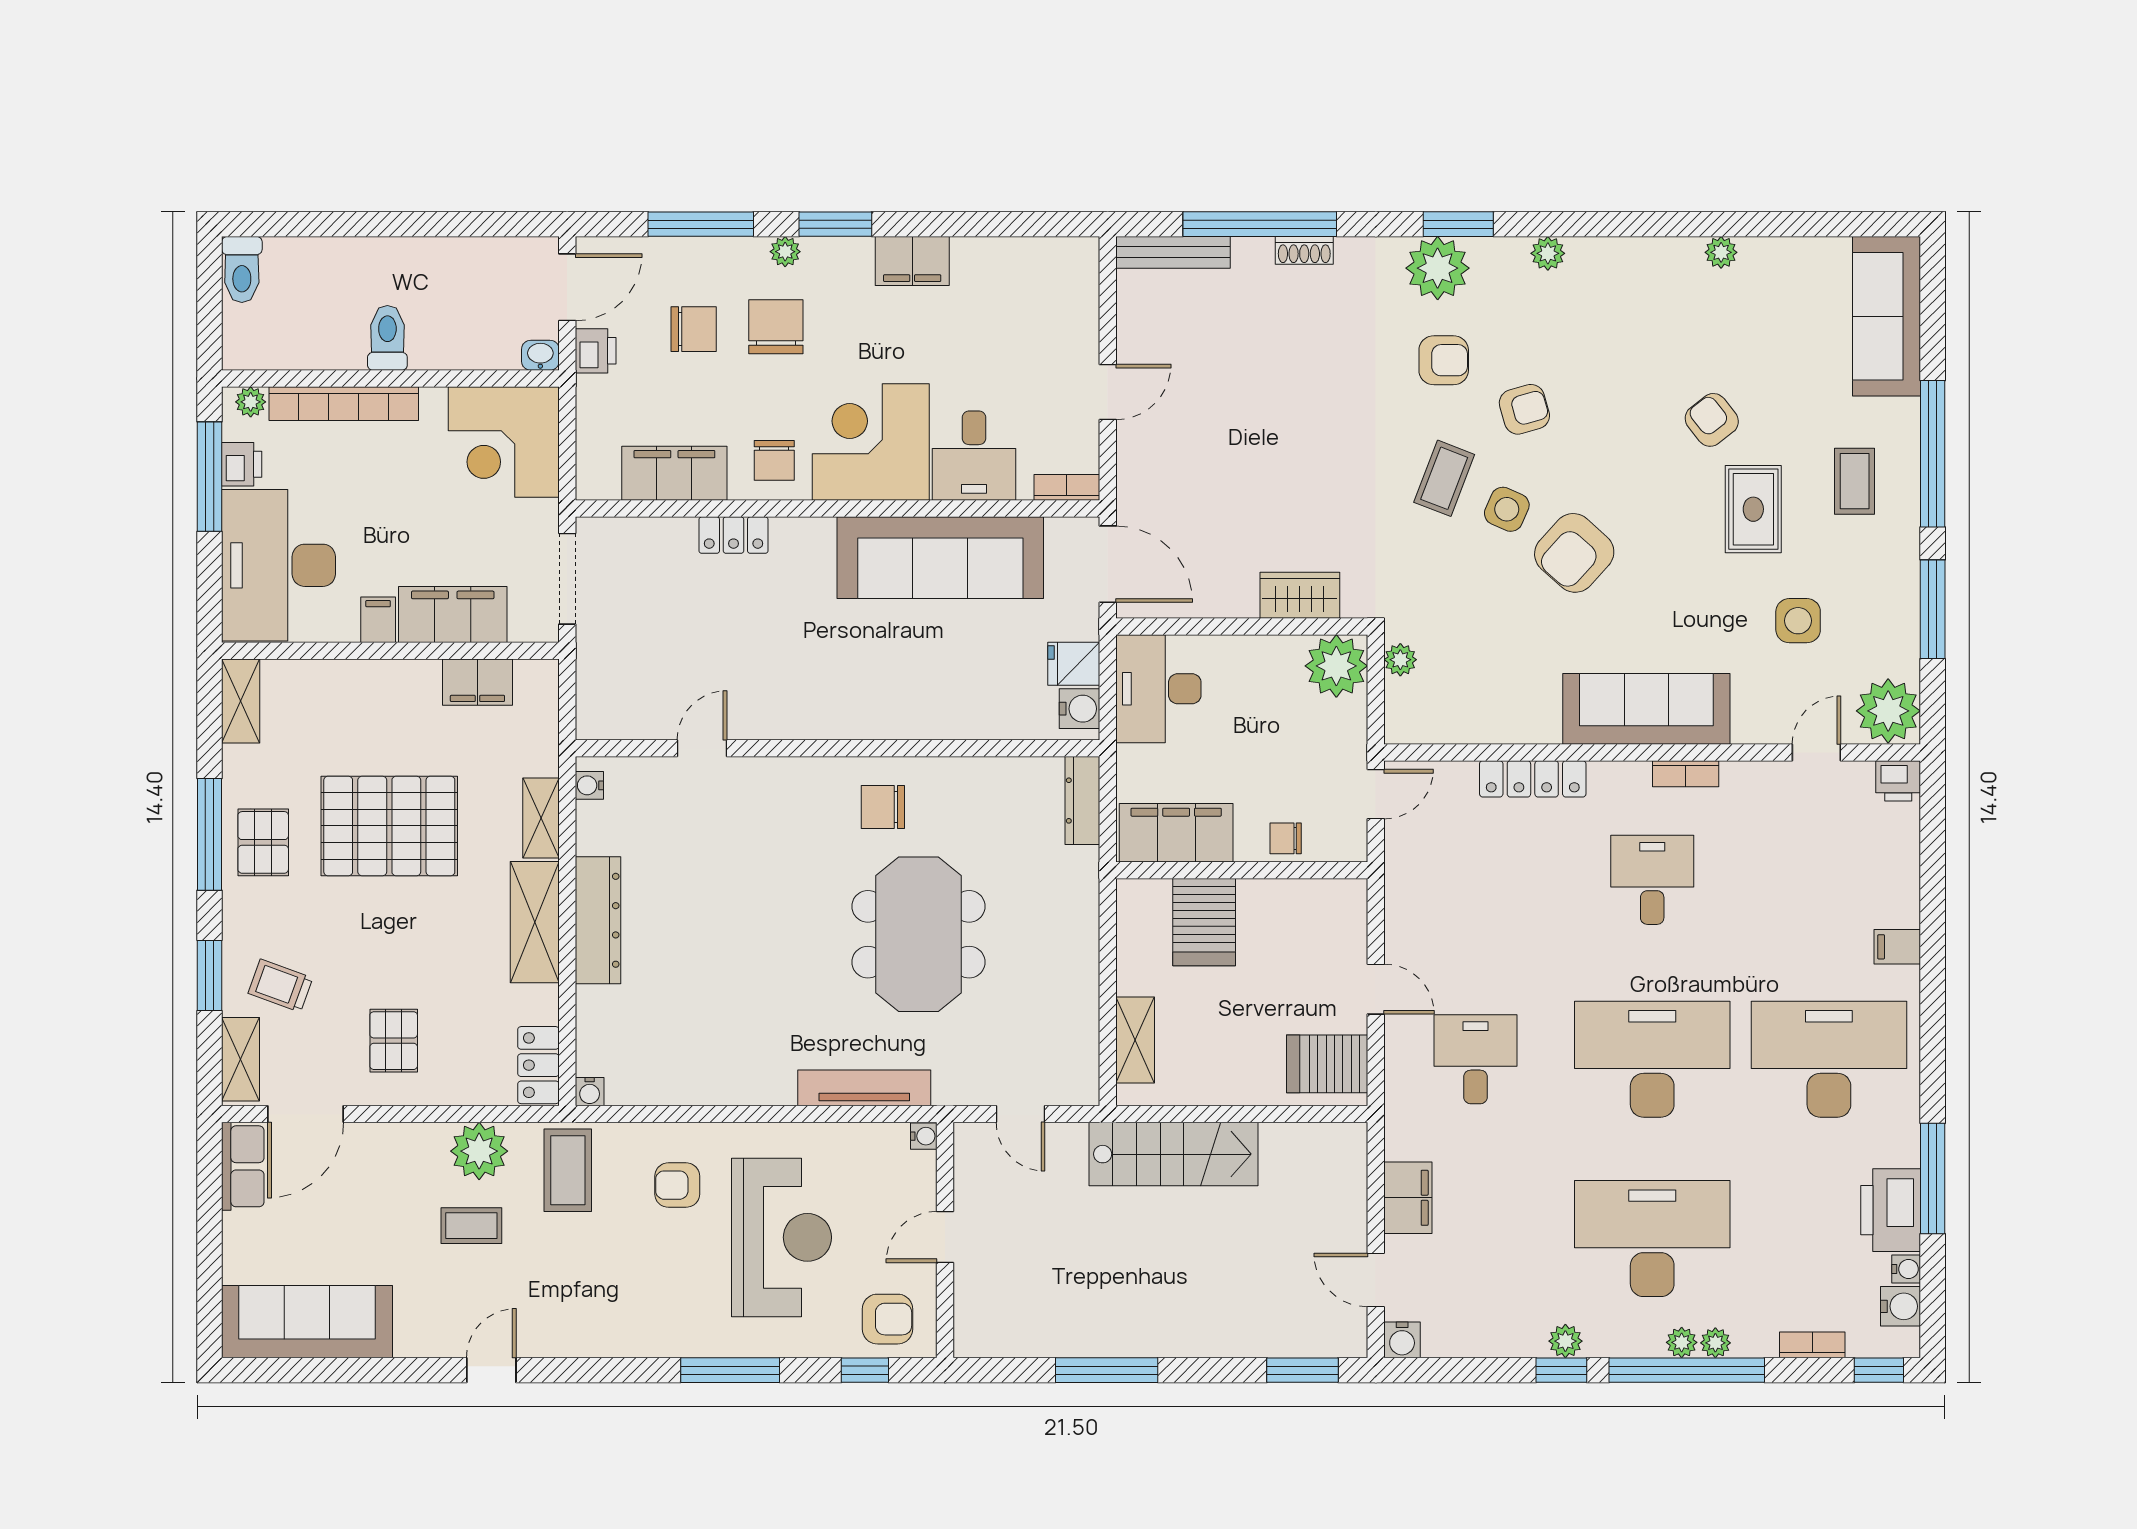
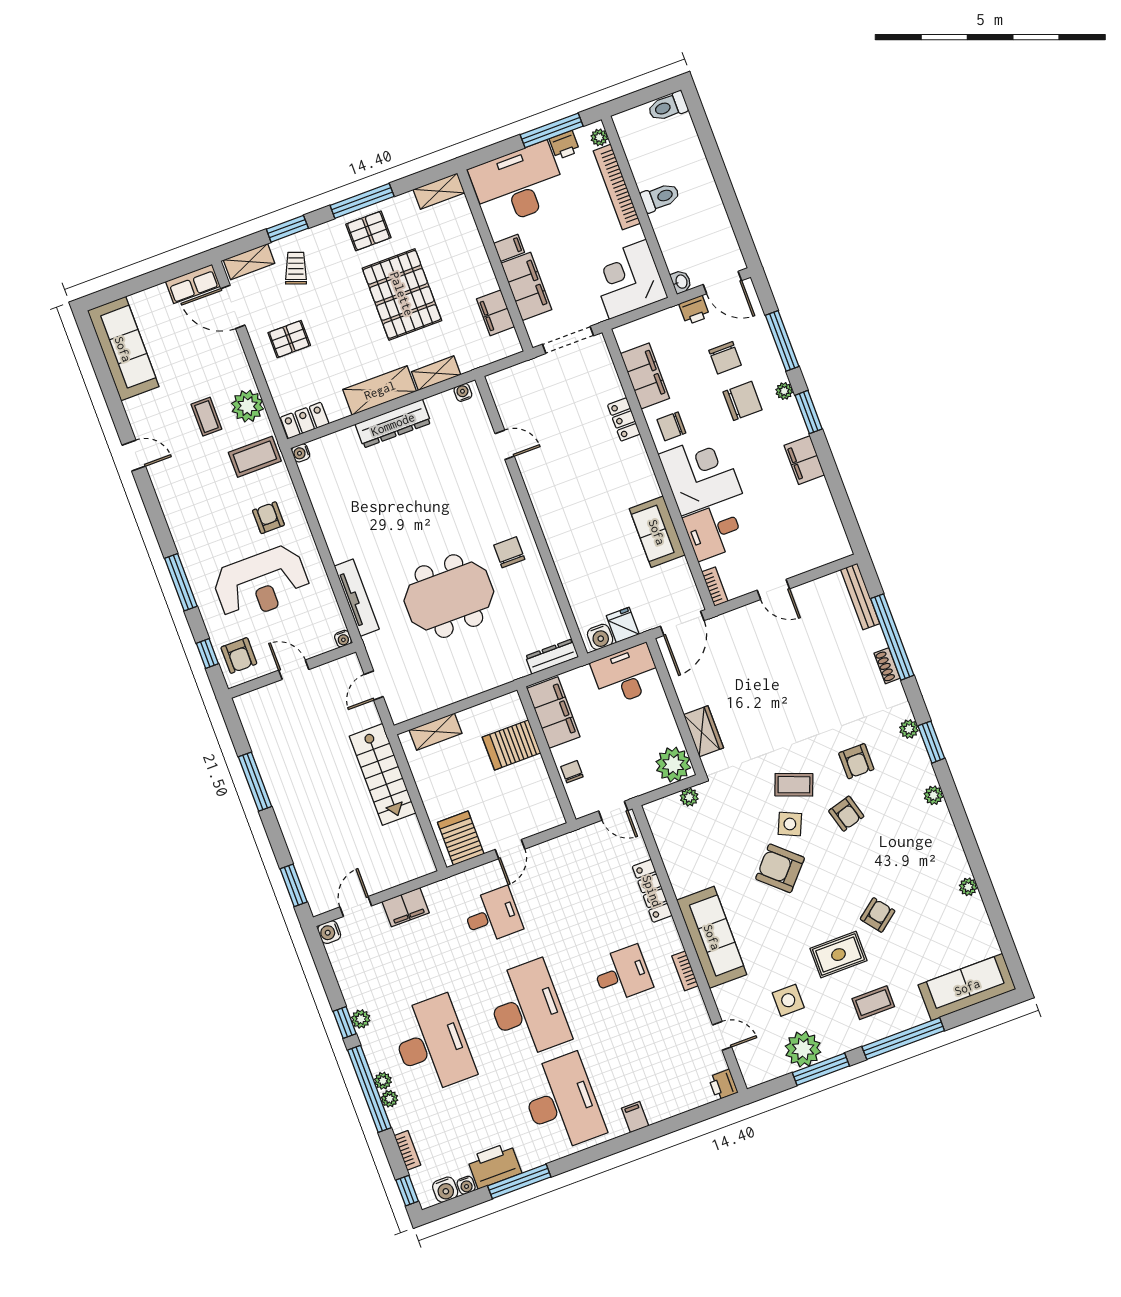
plant: (1438, 268) -> (909, 729), width x0.53, depth x0.53
sofa: (940, 558) -> (657, 532), width x0.54, depth x0.79
plant: (1888, 711) -> (803, 1049), moved

